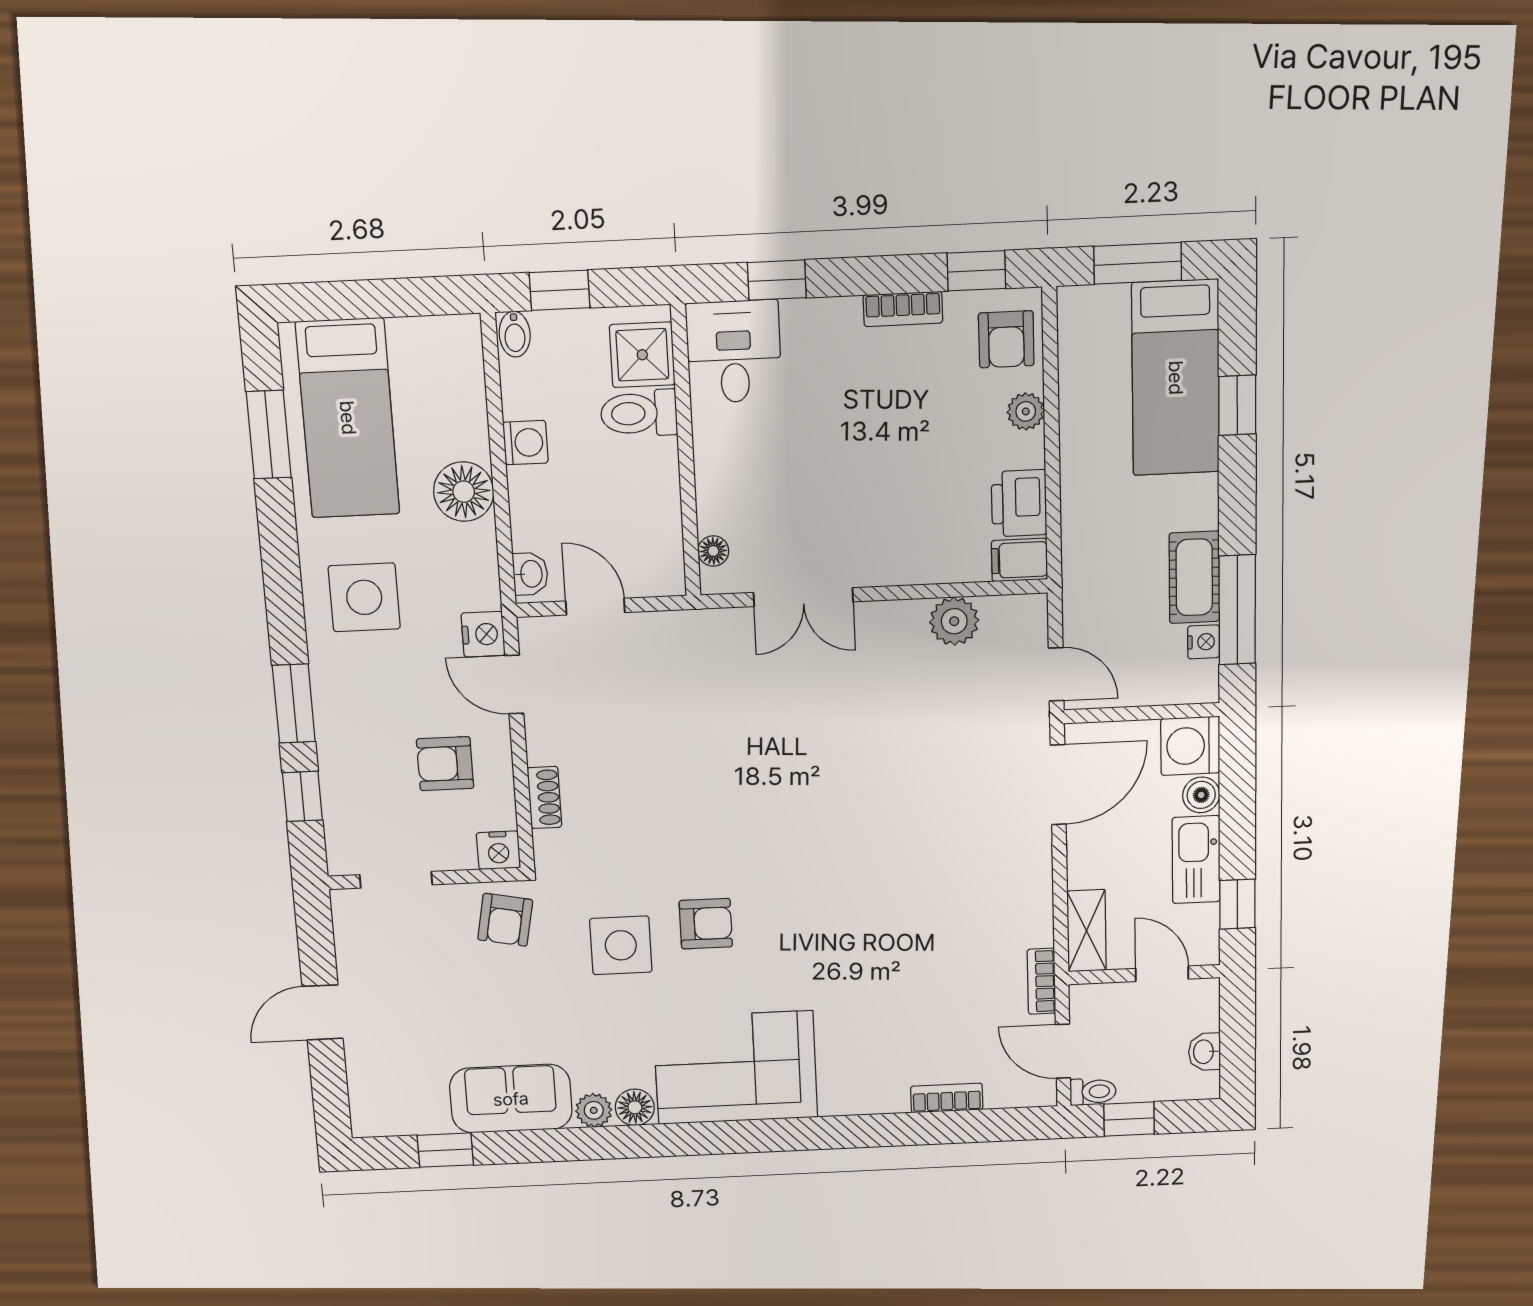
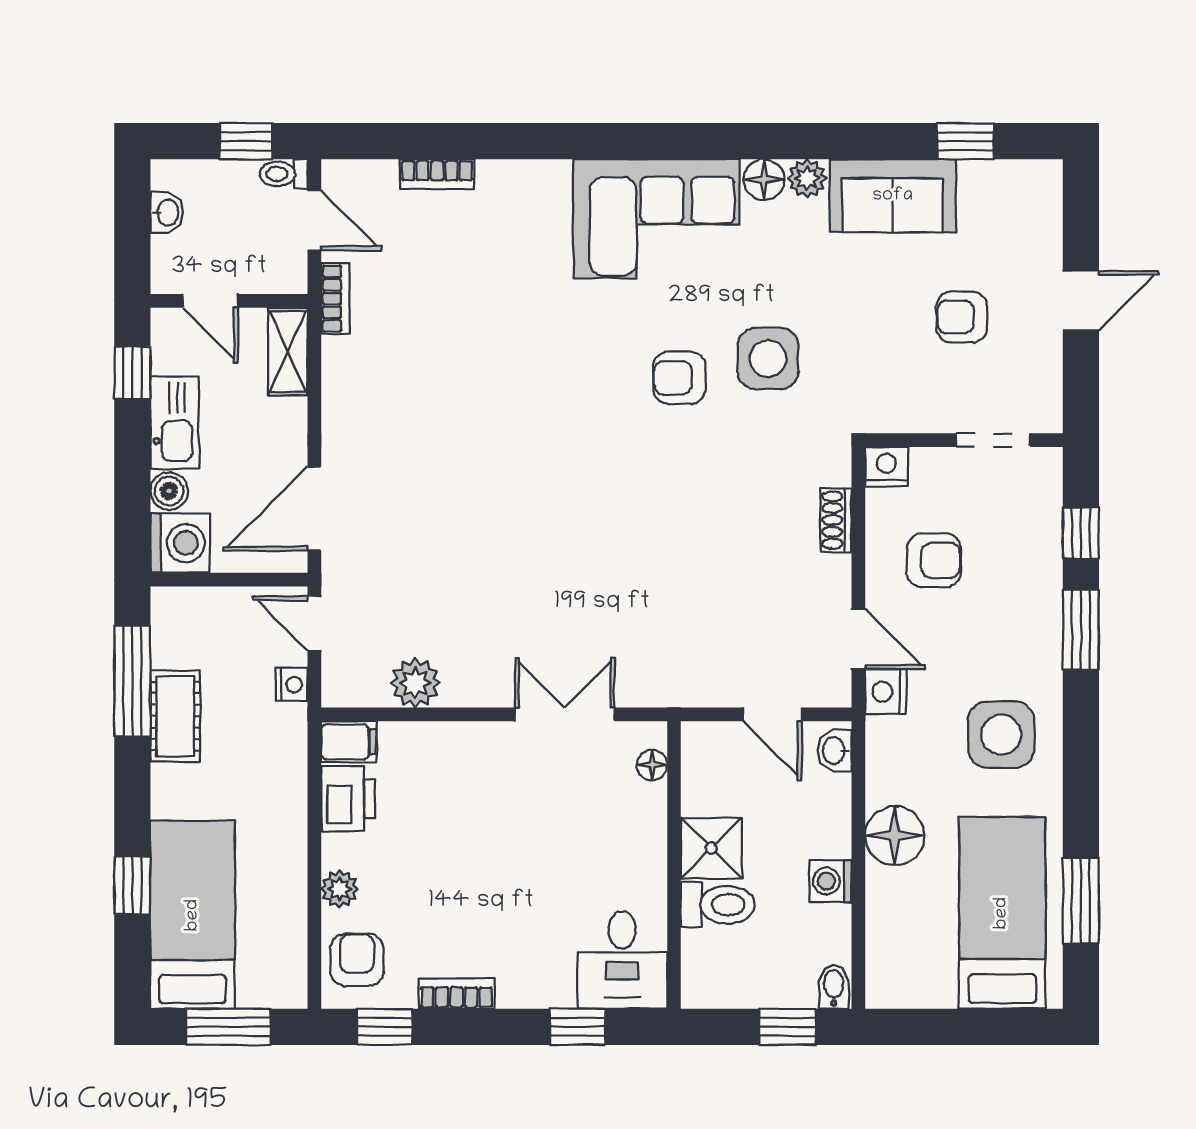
shower: (642, 355) -> (711, 848), moved
nightstand: (1204, 642) -> (292, 685), moved, turned 180
armchair: (505, 920) -> (962, 317), moved, turned -101

